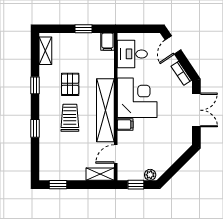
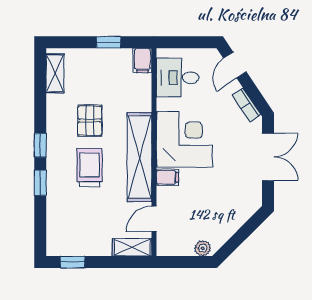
window: (35, 85) -> (40, 145), moved
window: (136, 185) -> (182, 262), removed

